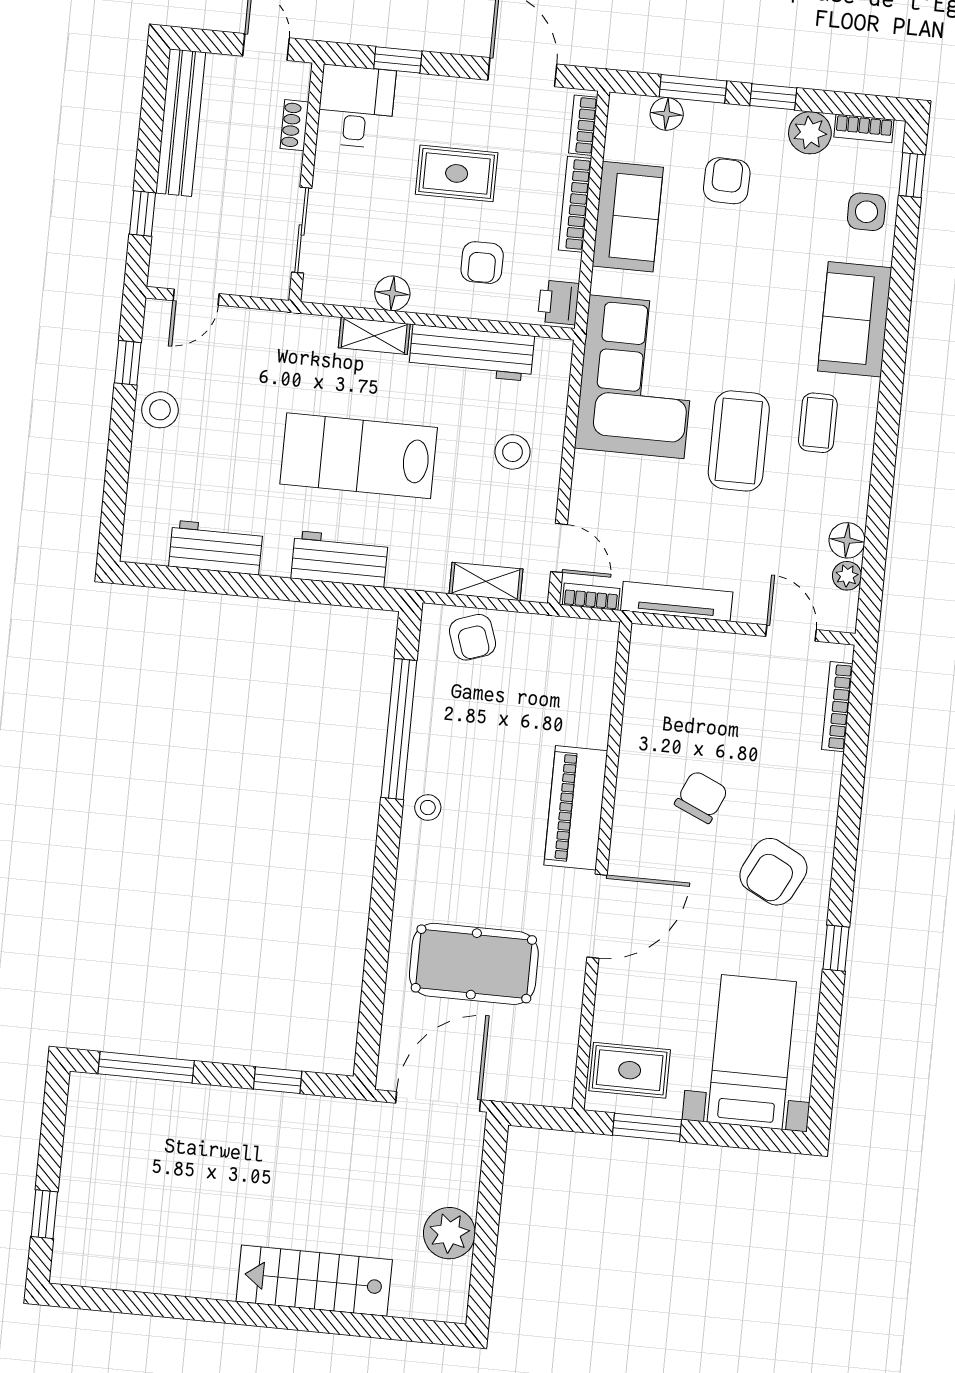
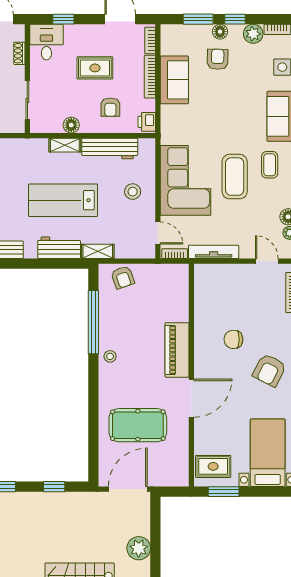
floor lamp: (667, 114) -> (220, 32), moved
corner sofa: (637, 377) -> (186, 180), moved
shelving: (486, 581) -> (98, 251), moved
chair: (701, 797) -> (233, 339), turned -114

